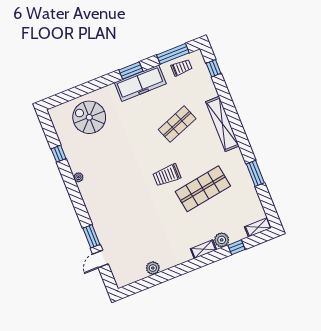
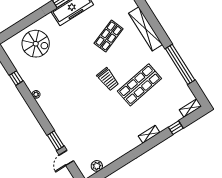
spiral stairs: (89, 117) -> (36, 44), turned 180
window: (255, 173) -> (180, 64), width x2.11
trolley: (167, 175) -> (108, 79), turned -96
plant: (222, 240) -> (163, 124), removed
plant: (153, 268) -> (97, 166), moved

